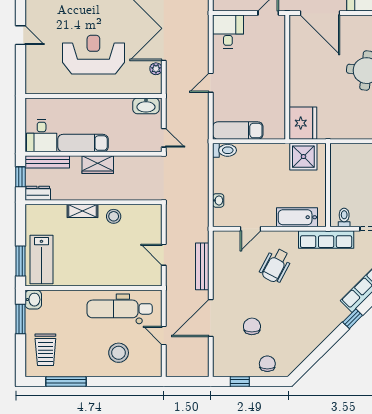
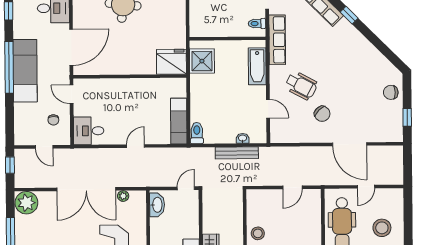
door: (211, 83) -> (135, 146), swing flipped
bench: (202, 266) -> (237, 153), moved
chair: (252, 326) -> (322, 114), moved, turned -134

